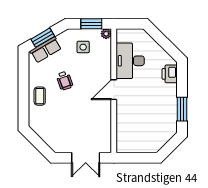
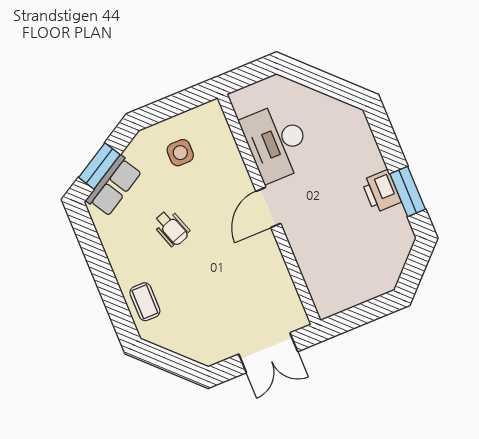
window: (91, 24) -> (178, 104), removed
plant: (106, 34) -> (212, 111), removed
printer: (170, 74) -> (381, 191), moved
coffee table: (40, 96) -> (145, 302), moved

